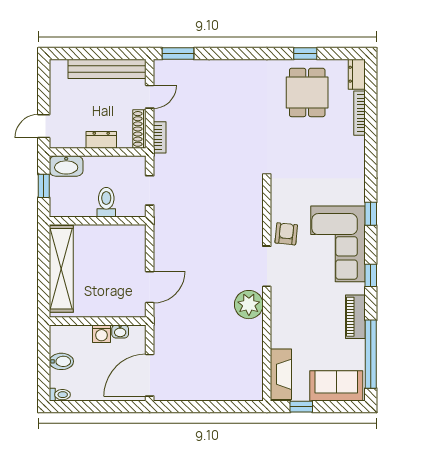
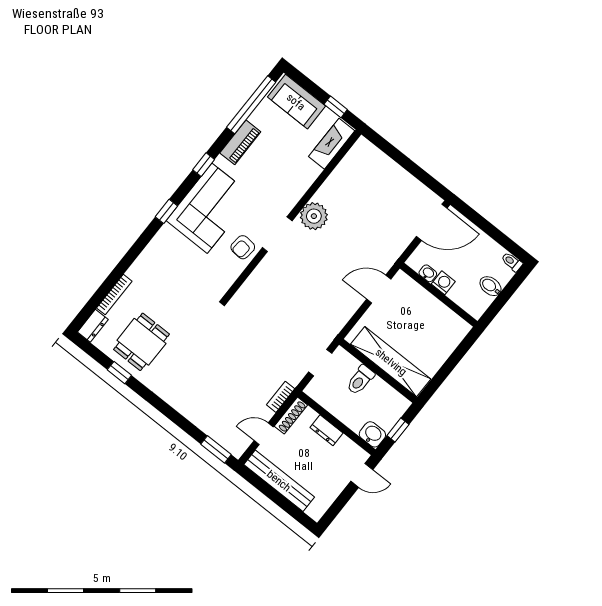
washbasin: (66, 166) -> (372, 434), width x0.72
shelving: (61, 269) -> (391, 362), moved, turned 90

